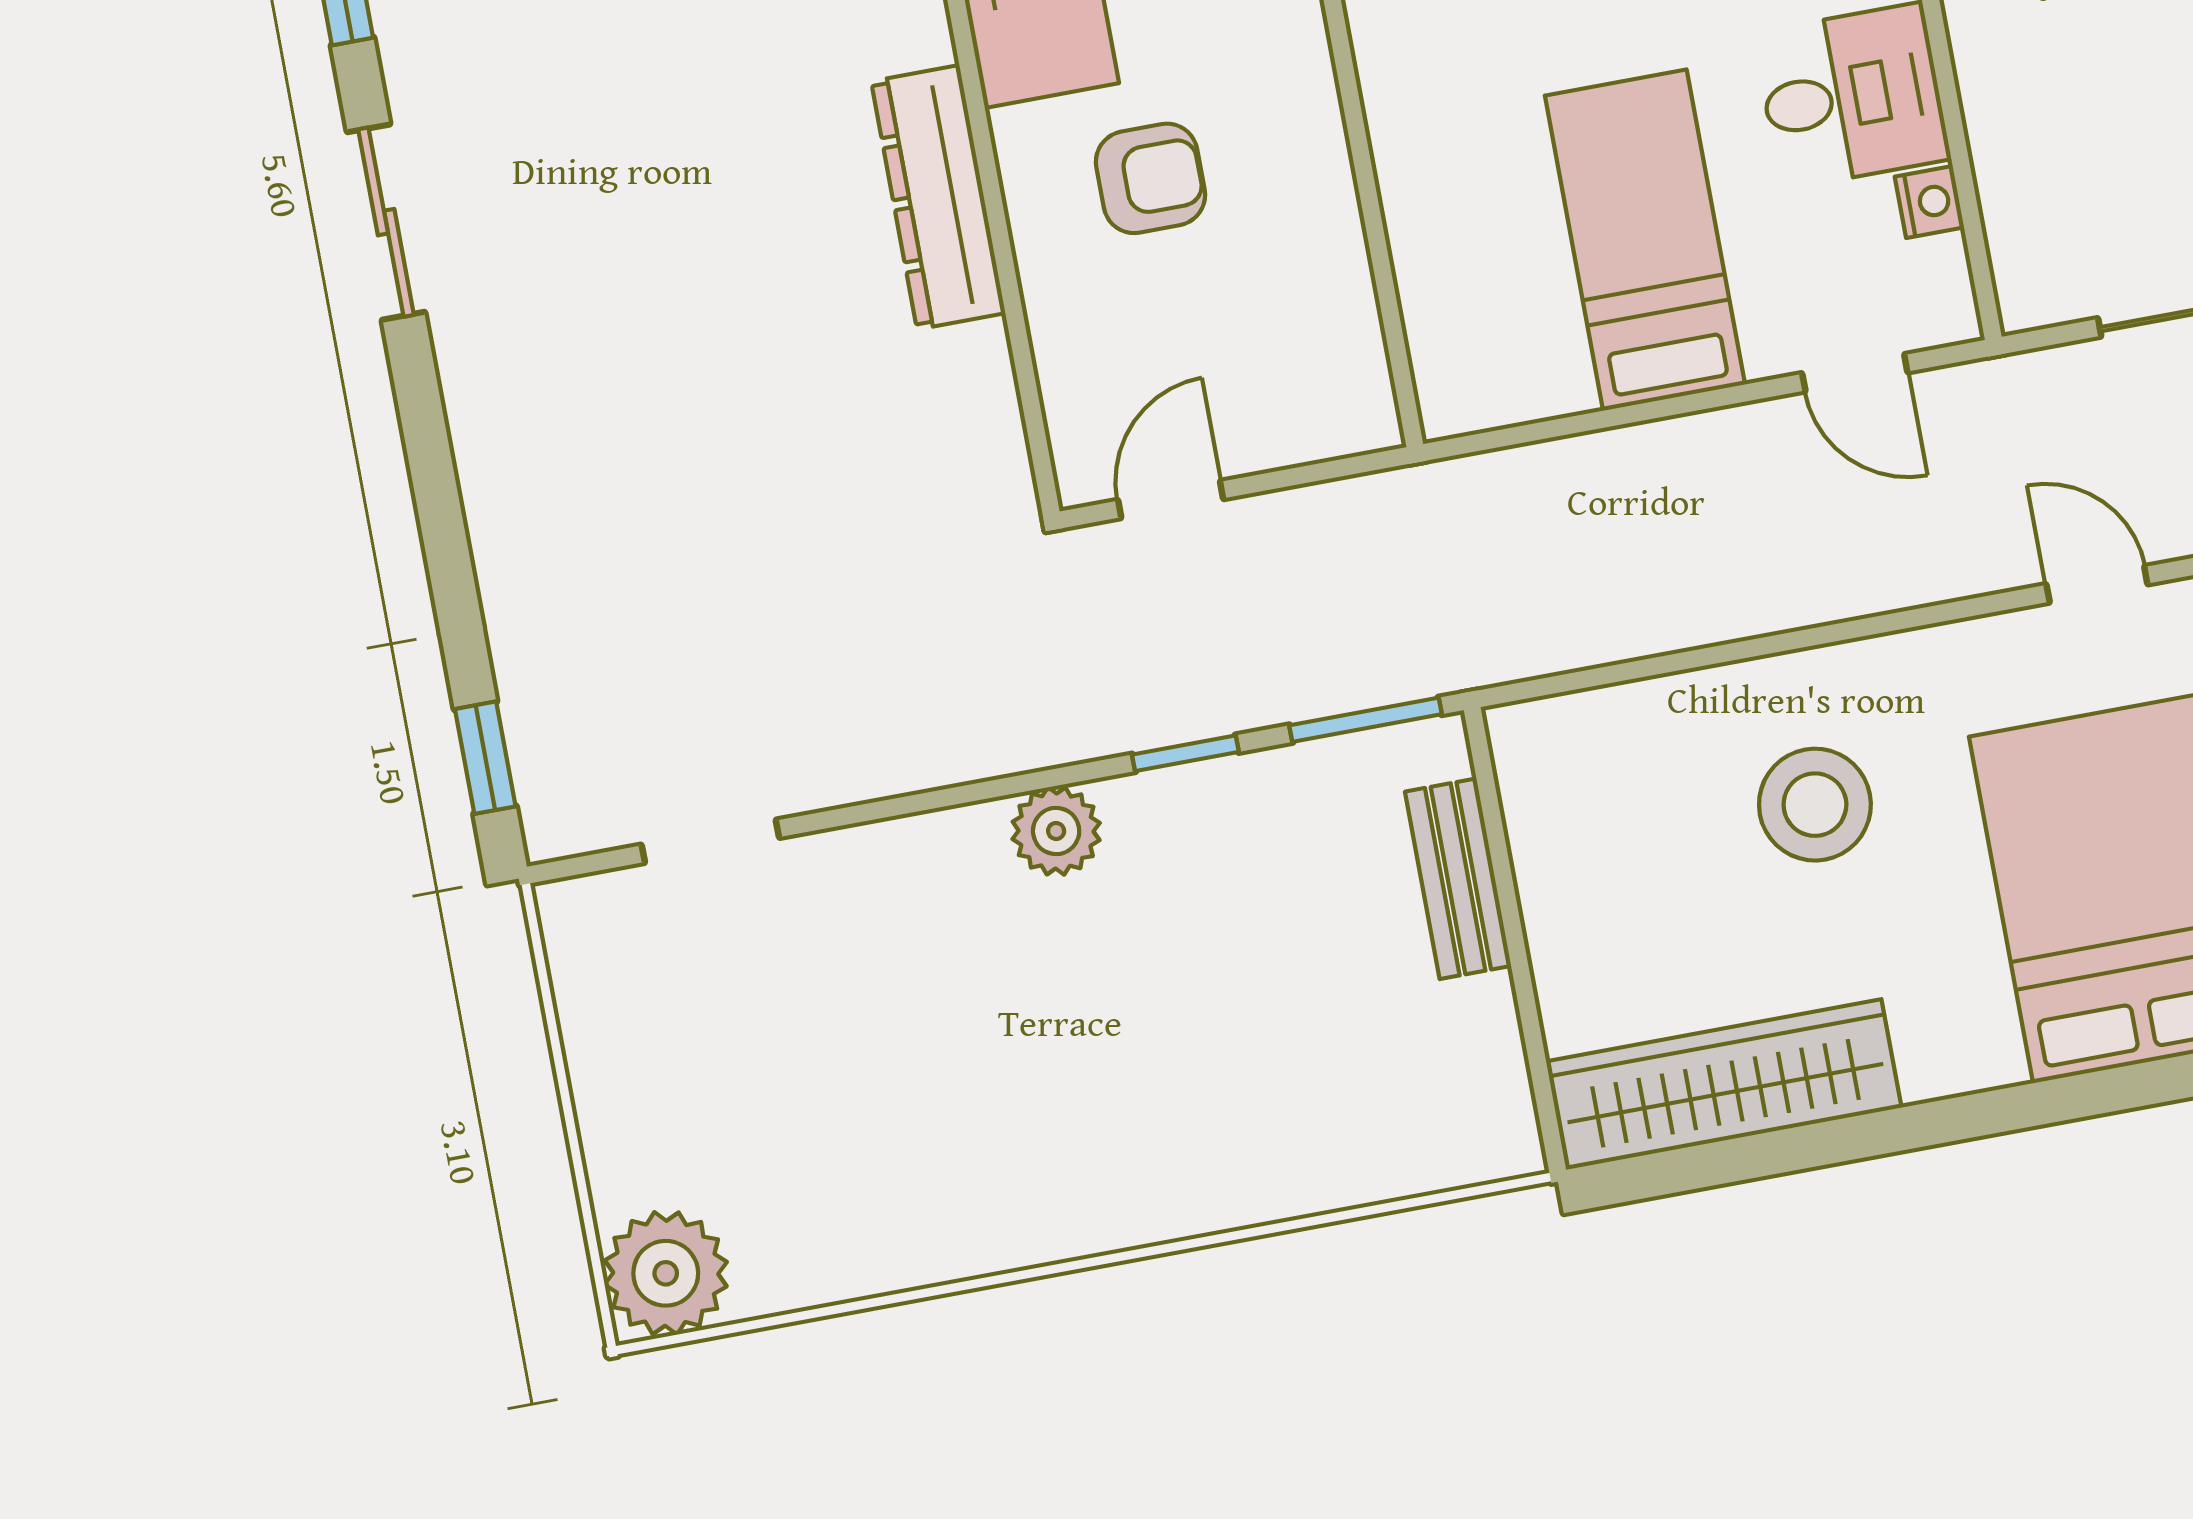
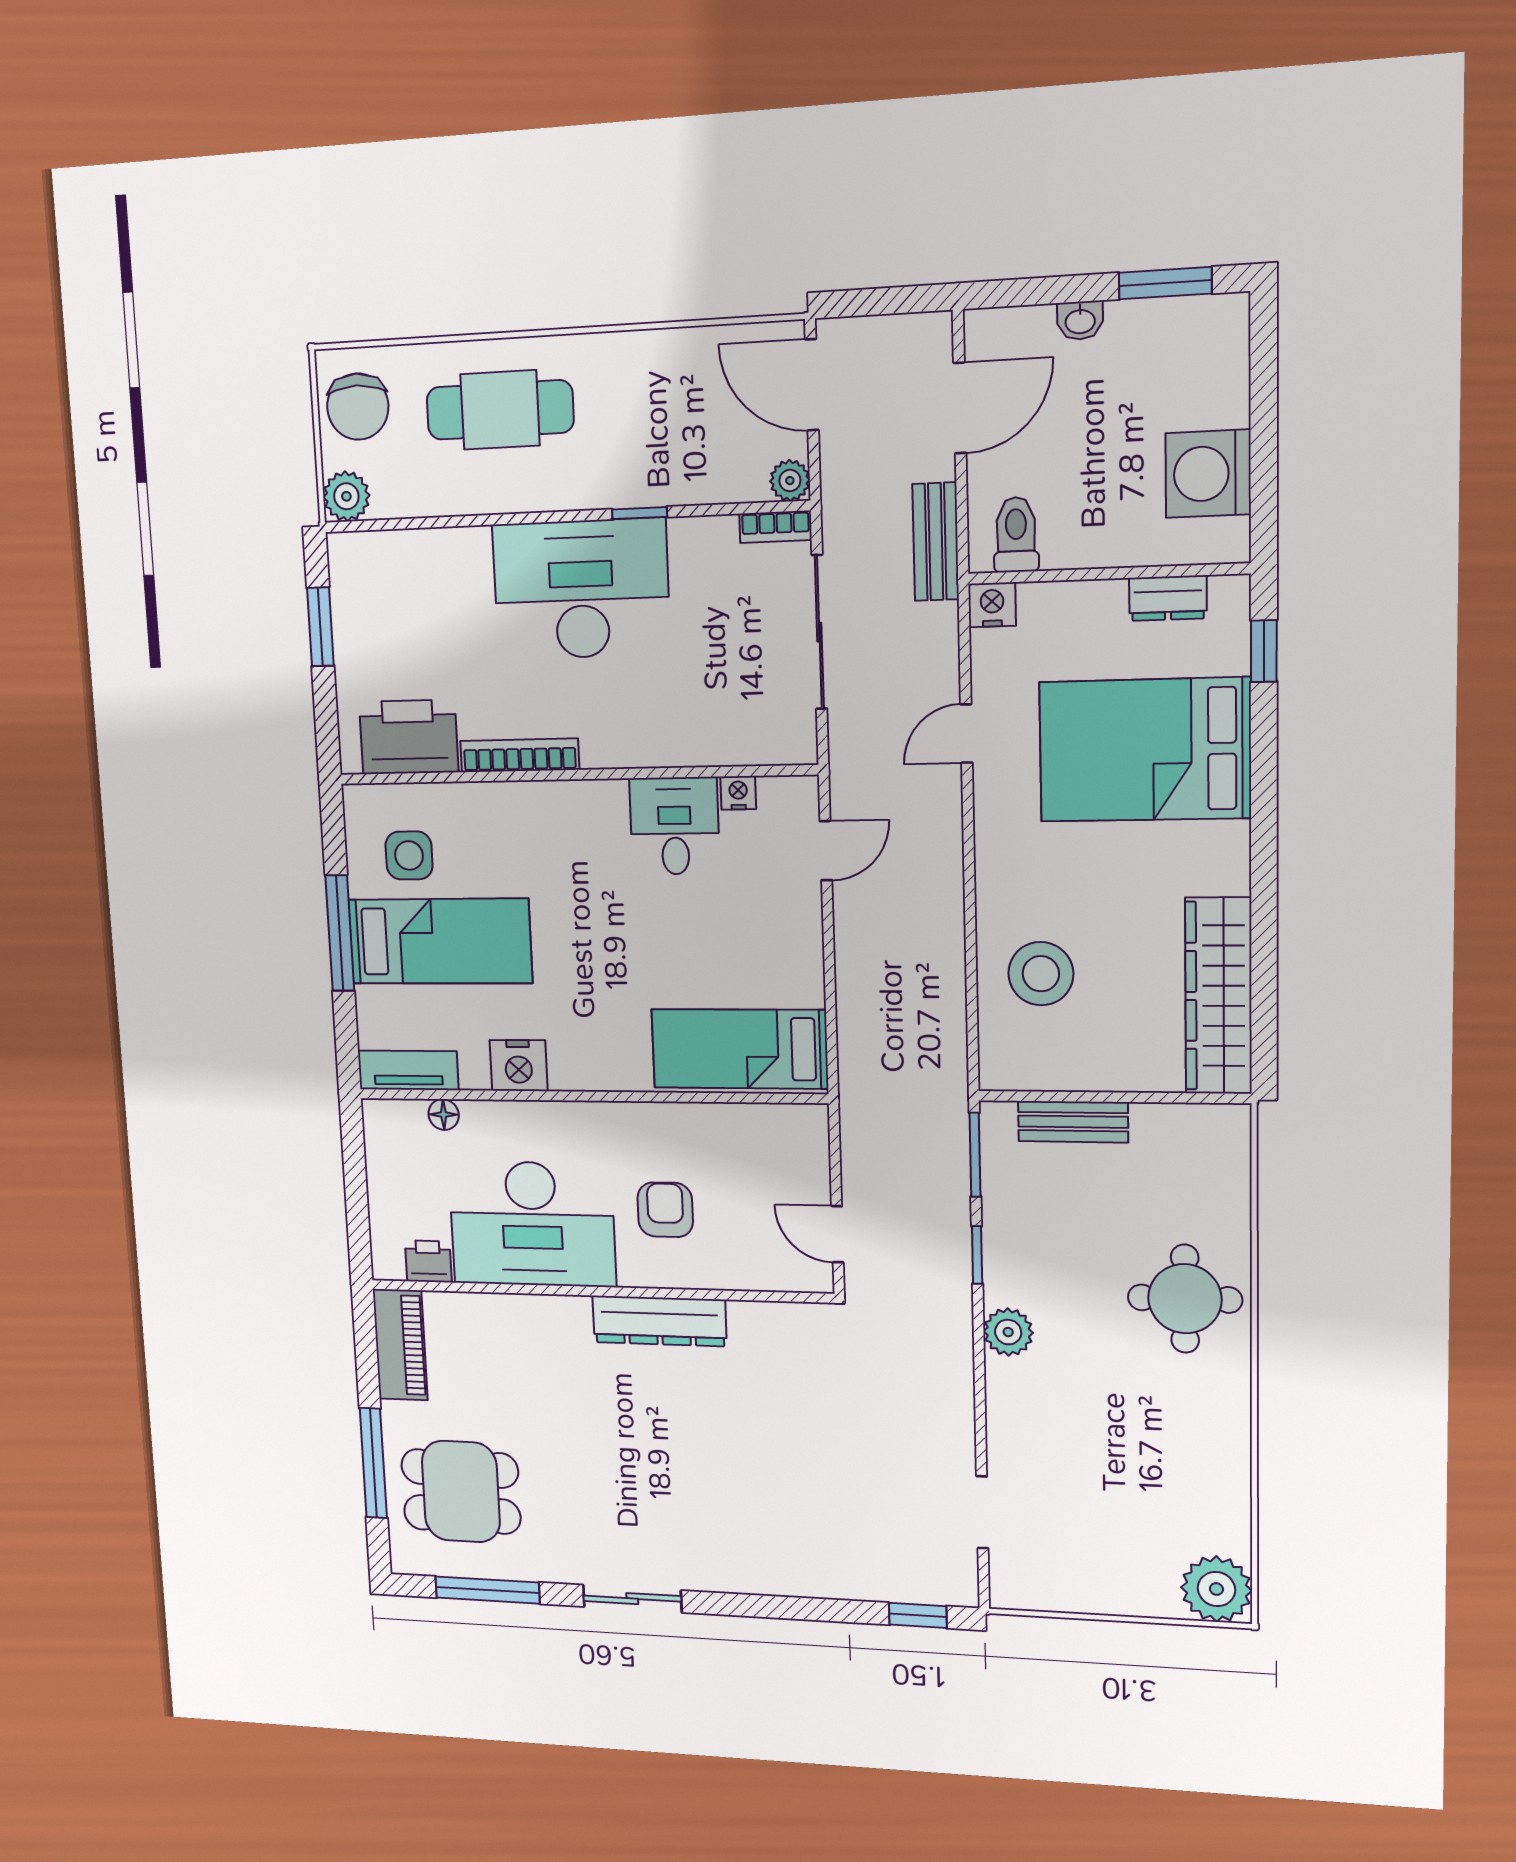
bed: (1645, 240) -> (740, 1049), moved
stool: (1815, 805) -> (1041, 974), moved
round table: (1183, 1124) -> (1185, 1299), added

